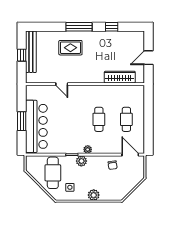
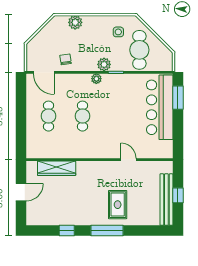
rug: (70, 48) -> (118, 205), turned 90
window: (22, 121) -> (178, 98), moved
plant: (94, 195) -> (75, 22), moved

